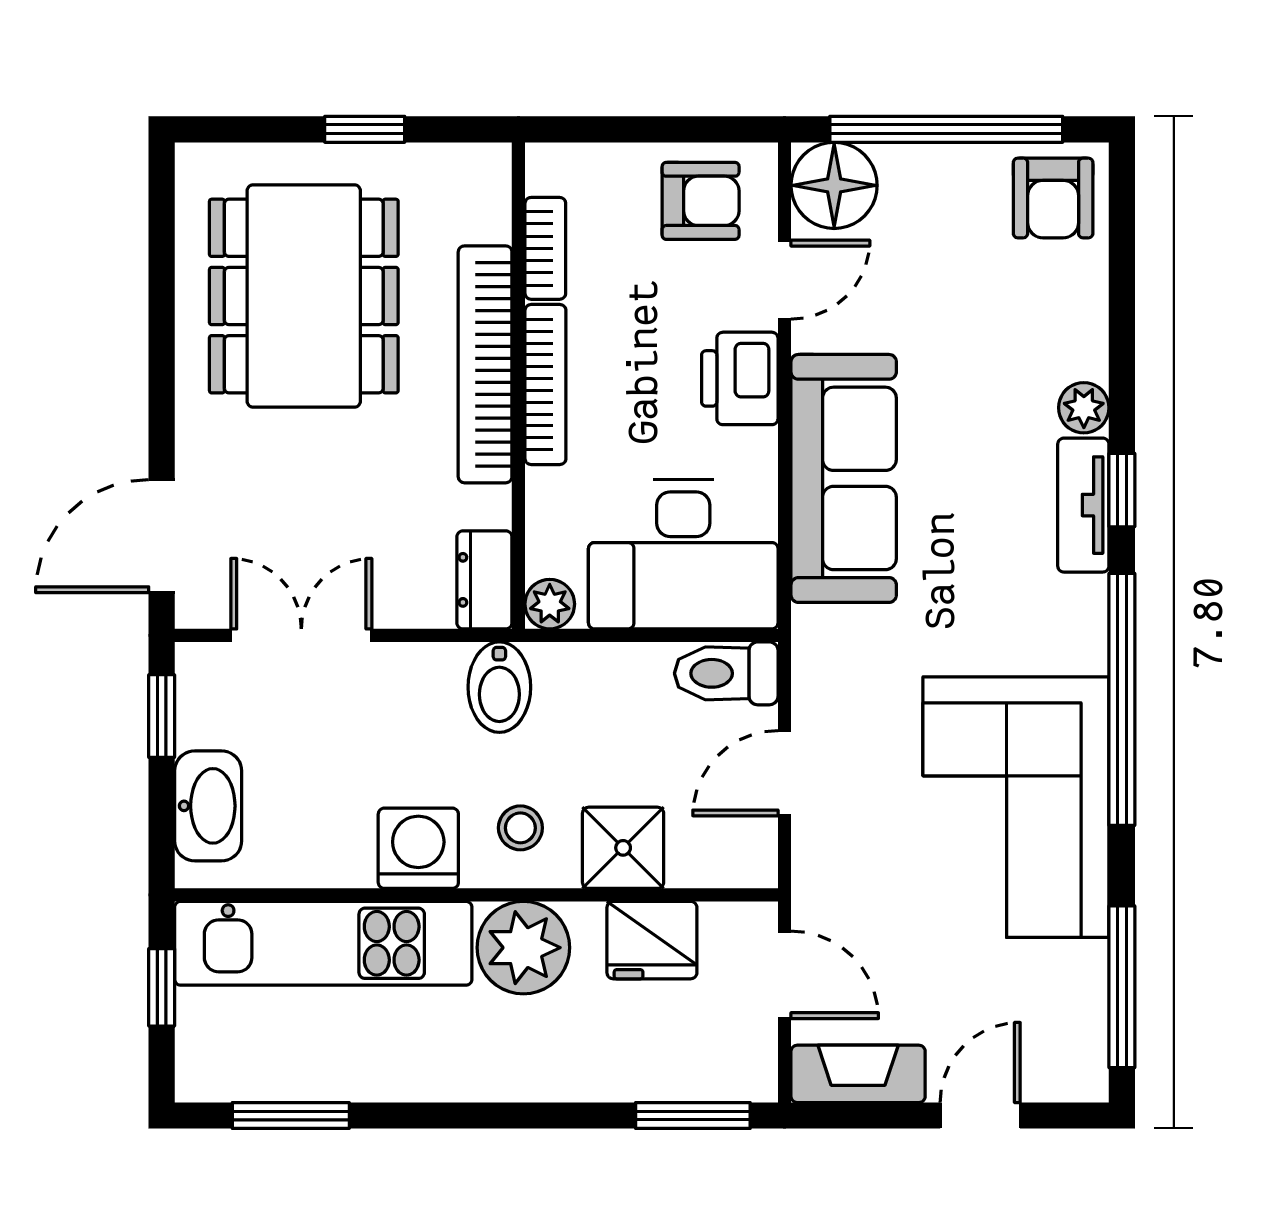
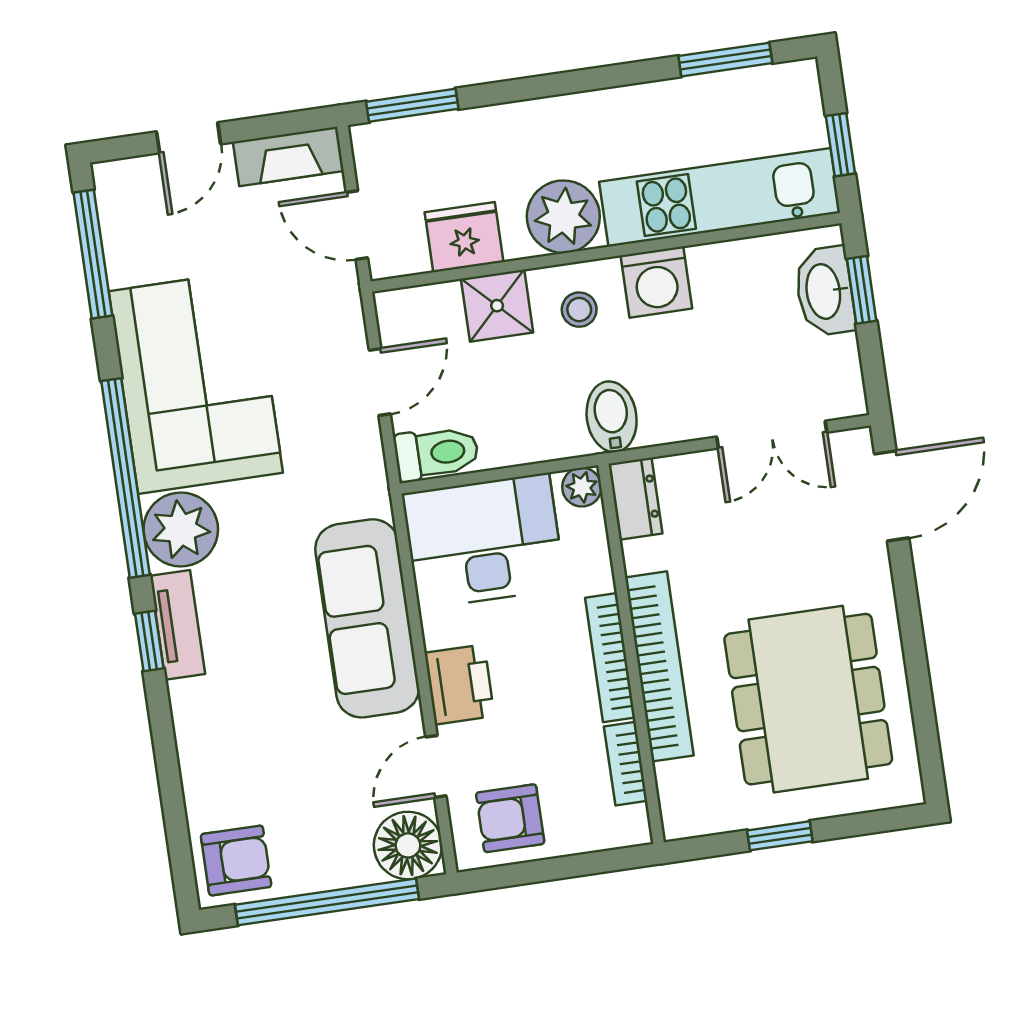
armchair: (1053, 198) -> (236, 861), turned 90
plant: (1084, 408) -> (181, 529), moved, width x1.87, depth x1.87
window: (162, 716) -> (862, 290), moved

